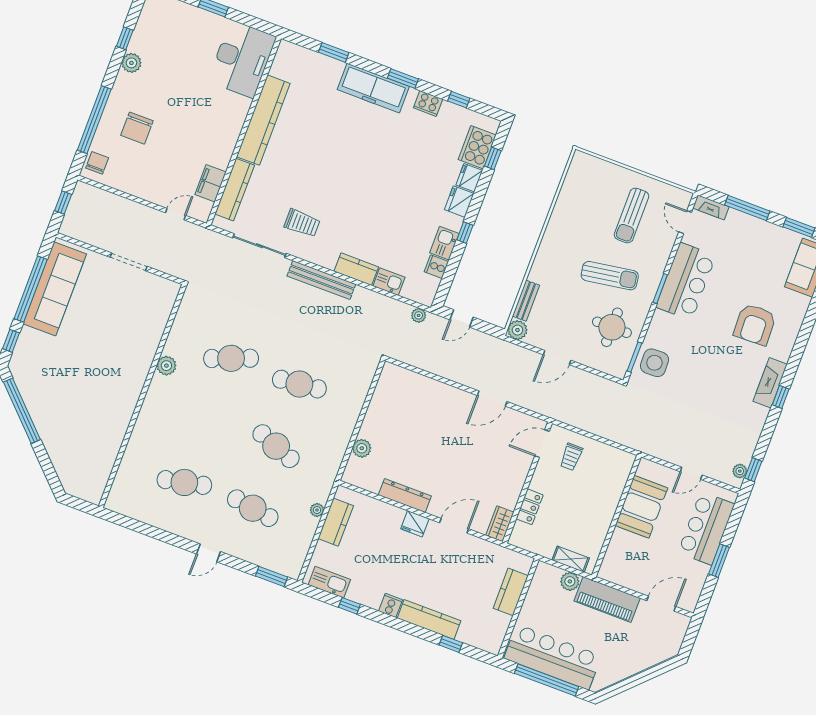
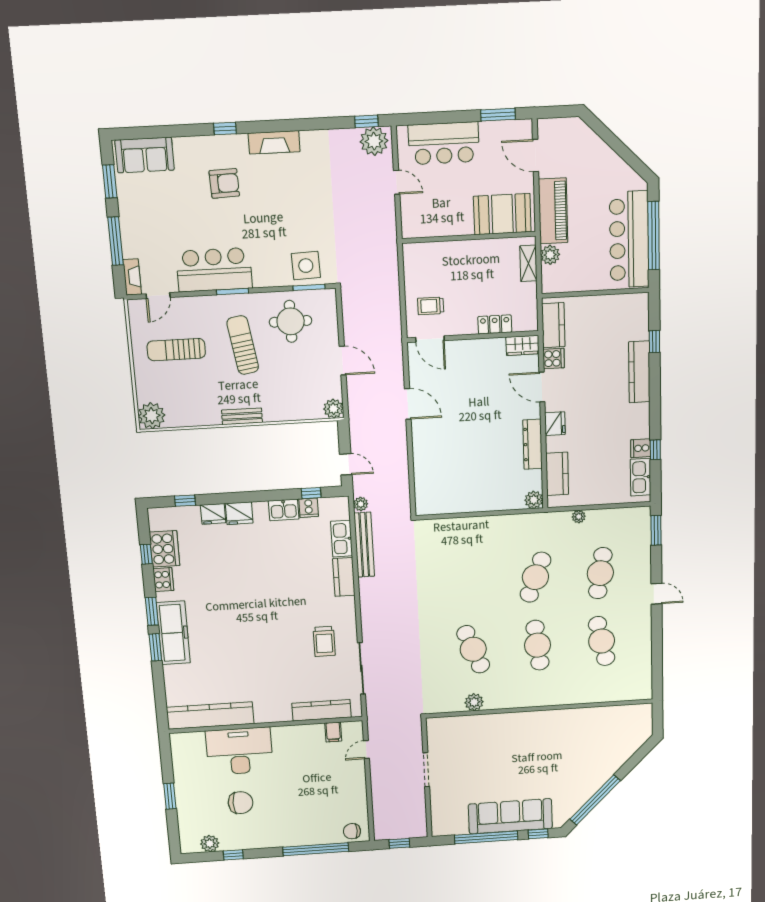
window: (334, 52) -> (155, 647), moved
desk: (242, 59) -> (239, 751), moved
plant: (131, 63) -> (210, 844), moved
kitchen counter: (263, 120) -> (210, 715), moved
chair: (137, 128) -> (241, 803), moved
cooker: (477, 147) -> (165, 549), moved, turned -90
plant: (583, 166) -> (152, 416), added
filing cabinet: (211, 183) -> (333, 732), width x0.50
door: (176, 214) -> (366, 750), hinge flipped
sun lounger: (632, 215) -> (176, 350), turned 180
trolley: (302, 223) -> (324, 641), turned 180
window: (465, 233) -> (311, 493), moved
bench: (321, 280) -> (364, 545), moved
kitchen sink: (389, 282) -> (342, 539), width x1.38
sofa: (55, 289) -> (510, 816), moved
bench: (526, 301) -> (242, 416), moved
armchair: (755, 324) -> (224, 183), width x0.73, depth x0.73
plant: (166, 366) -> (474, 702), moved
cafe table: (299, 384) -> (537, 645), moved
window: (781, 397) -> (225, 128), moved
plant: (362, 448) -> (534, 500), moved
trolley: (571, 457) -> (431, 306), turned 180
plant: (740, 471) -> (374, 141), width x1.87, depth x1.87
booth: (641, 507) -> (502, 214), moved
kitchen counter: (336, 522) -> (557, 474), moved, turned 90
cooker: (475, 547) -> (554, 359), added
window: (719, 561) -> (498, 115), moved
kitchen counter: (511, 592) -> (553, 325), moved, turned -90
cooker: (391, 605) -> (641, 448), moved

